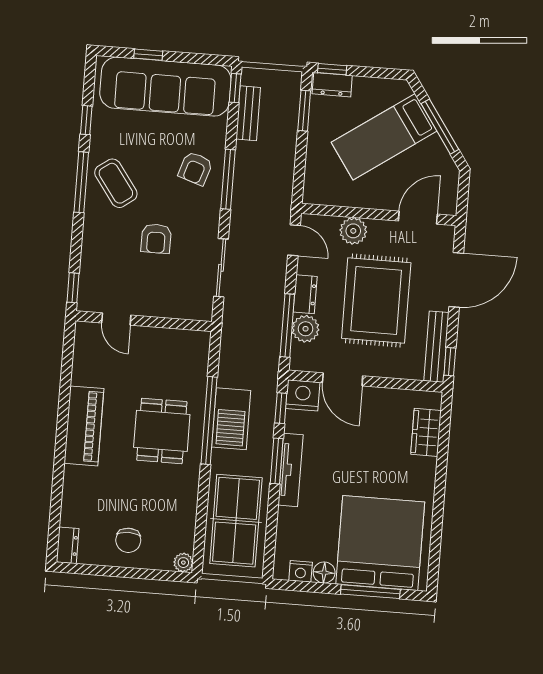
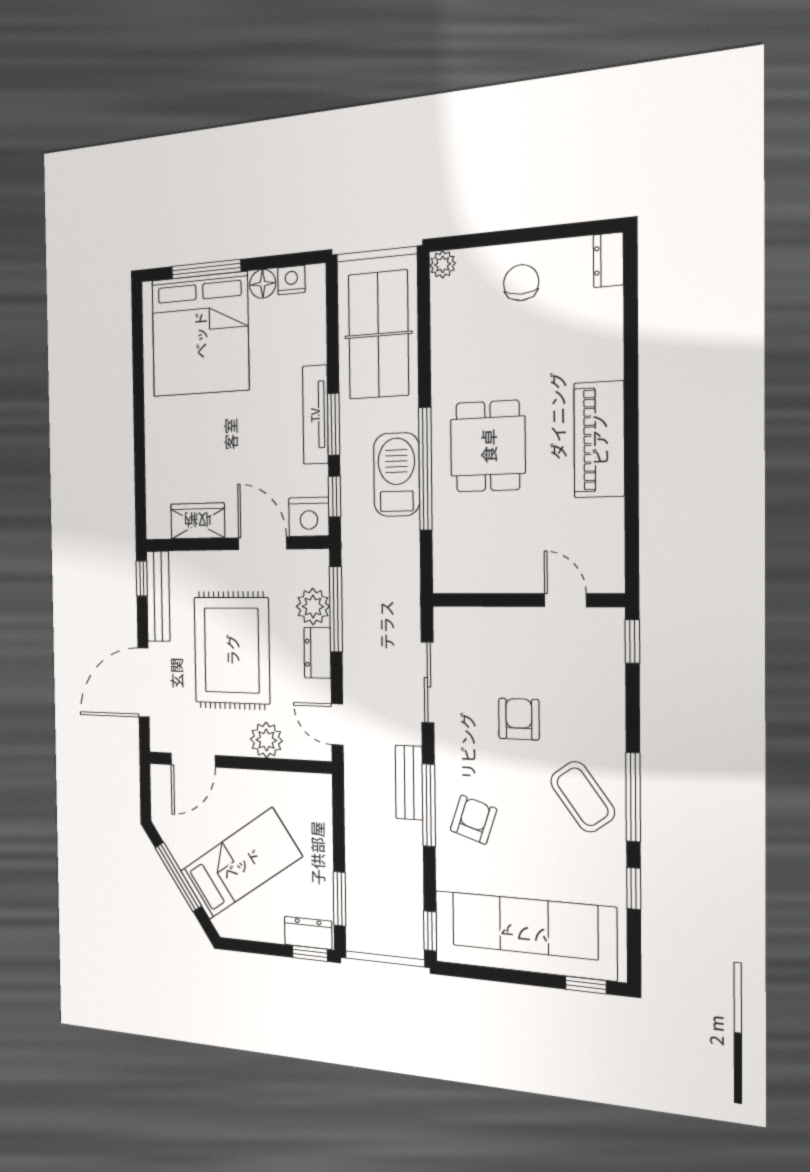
window: (148, 55) -> (586, 985), moved
bench: (248, 113) -> (409, 783), moved
wardrobe: (426, 432) -> (198, 521), moved, turned -90

